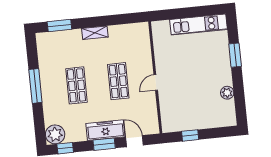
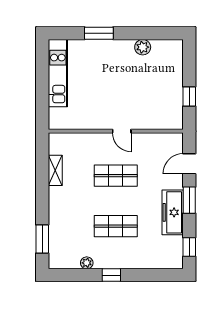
shelving: (95, 33) -> (55, 170), moved
window: (35, 86) -> (111, 275), width x0.46
freezer: (105, 130) -> (173, 212), moved
plant: (55, 134) -> (87, 263), moved, width x0.53, depth x0.53

